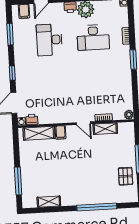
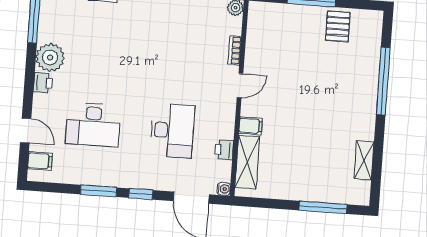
window: (10, 34) -> (99, 191), moved
desk: (93, 37) -> (172, 131), moved
printer: (32, 119) -> (224, 150), moved
shelving: (105, 129) -> (254, 50), removed
pallet: (126, 176) -> (338, 26), turned 90

